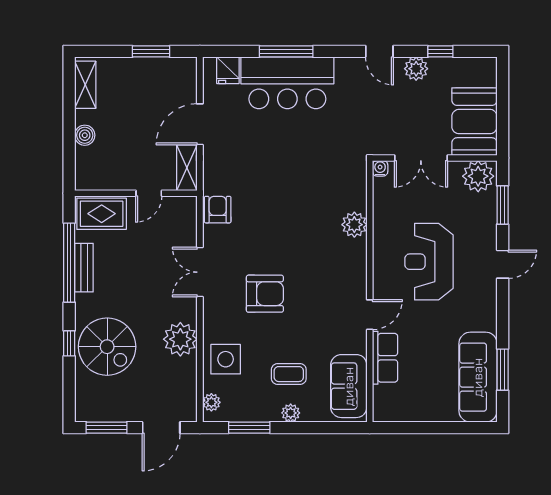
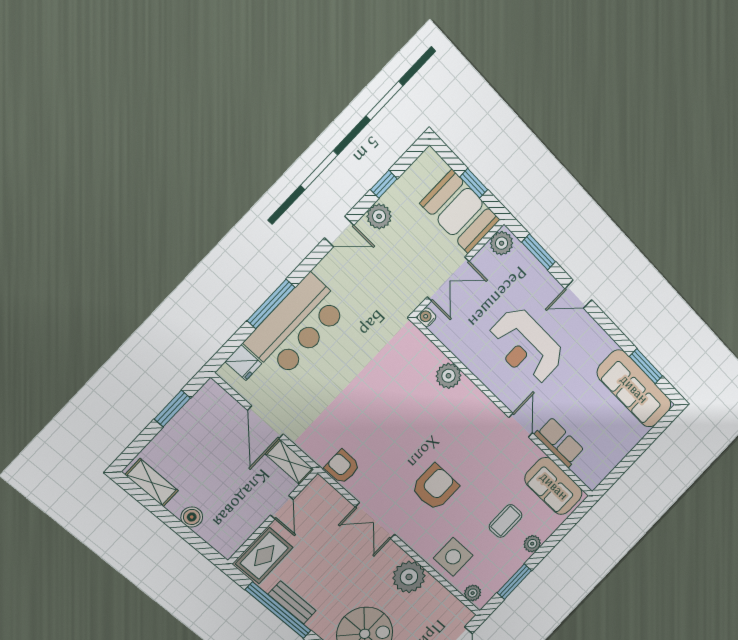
window: (503, 112) -> (474, 183), added
plant: (478, 176) -> (502, 243), width x0.73, depth x0.73
door: (503, 264) -> (578, 294), swing flipped

